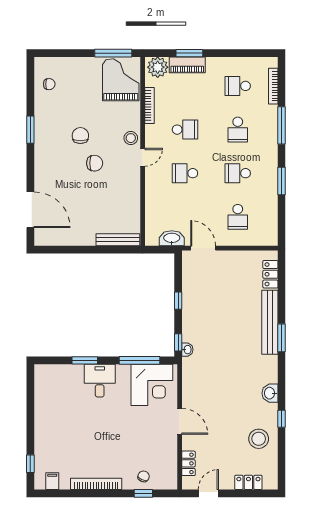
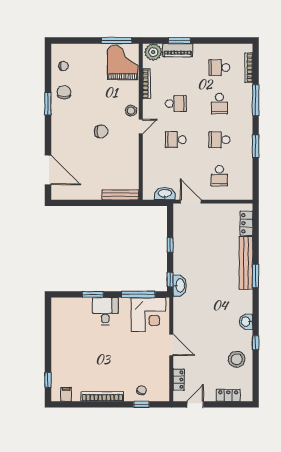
chair: (80, 136) -> (64, 92), moved
washbasin: (187, 350) -> (180, 285), width x1.91, depth x1.45

